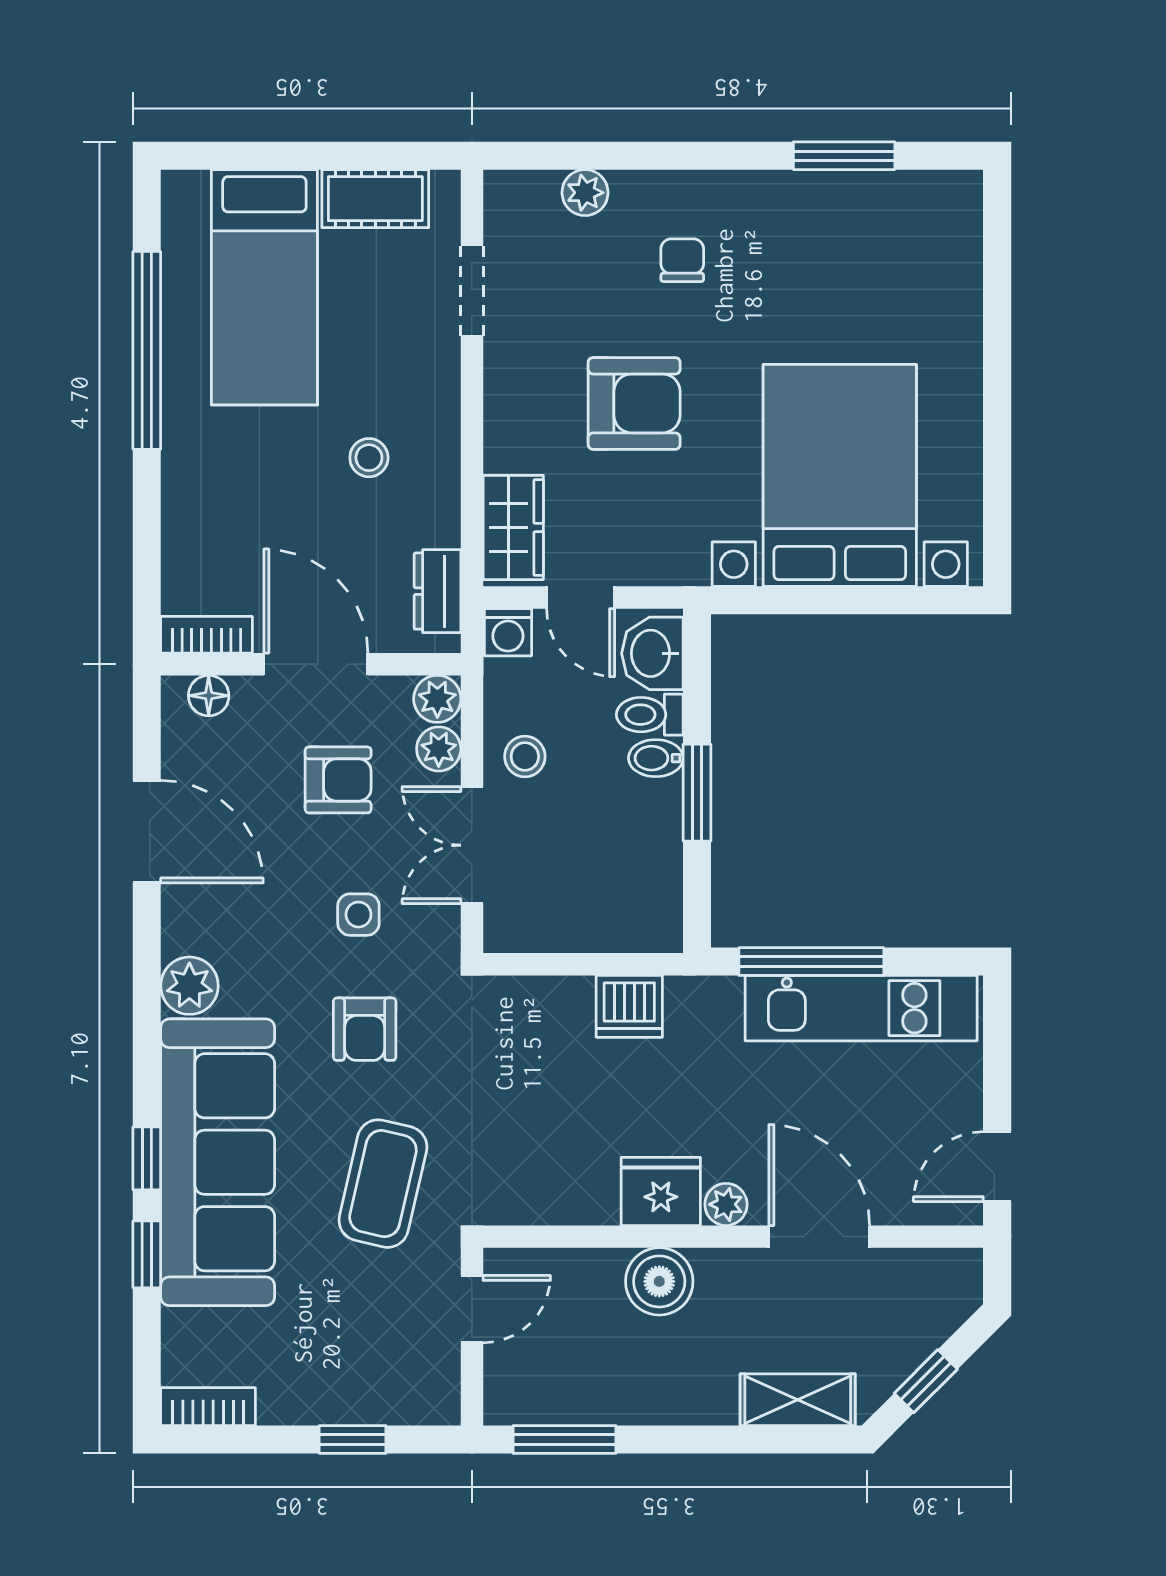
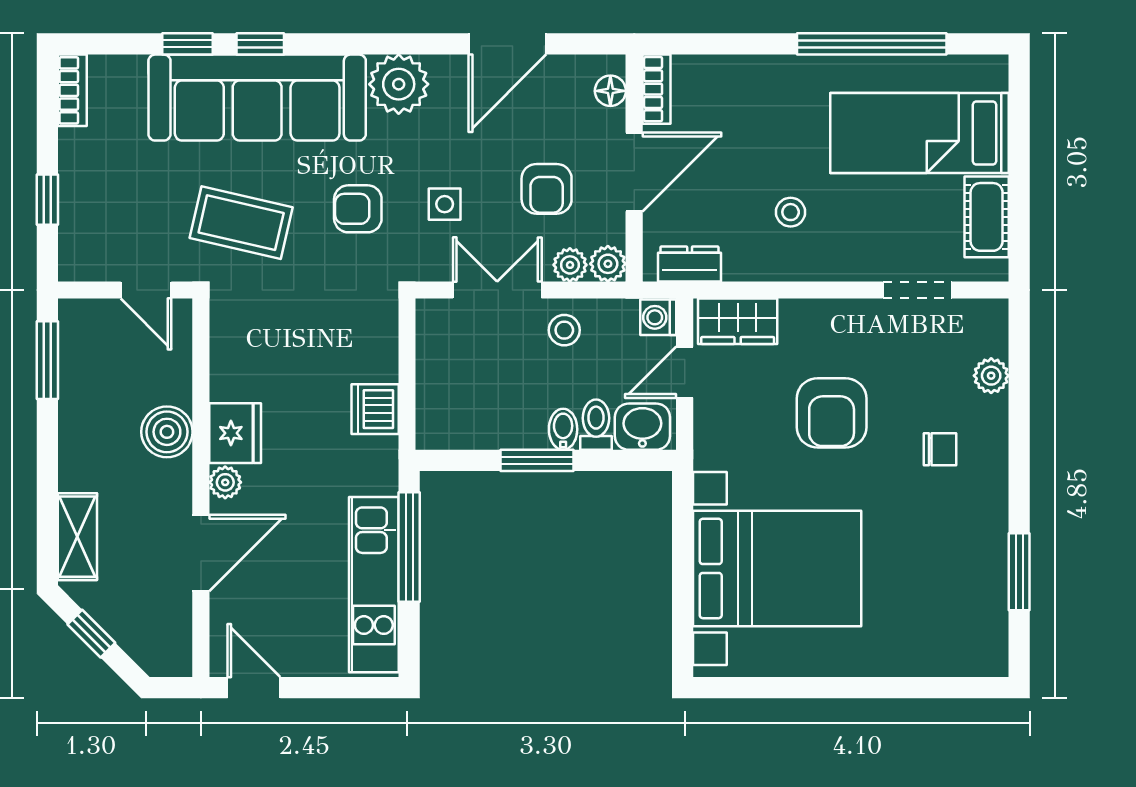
plant: (189, 986) -> (399, 84), width x1.36, depth x1.36

